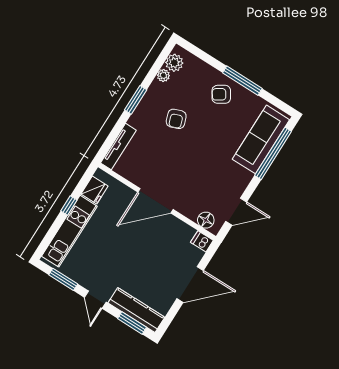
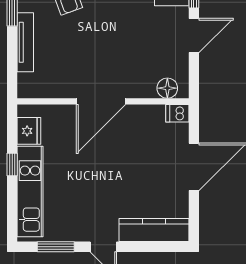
tv unit: (118, 147) -> (25, 42), moved
door: (236, 212) -> (194, 35), moved
window: (132, 323) -> (158, 247), removed

